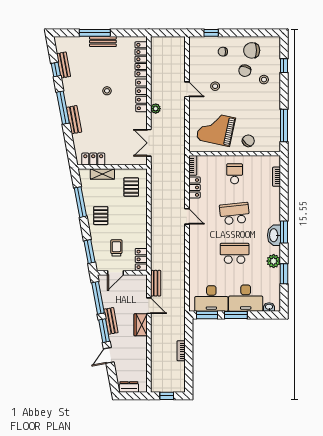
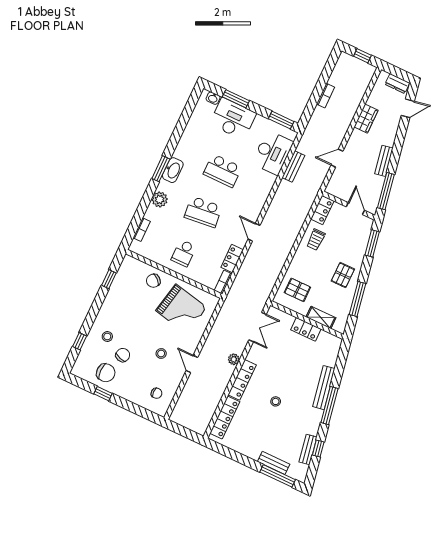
window: (95, 33) -> (278, 476), moved
window: (211, 33) -> (103, 394), moved
bench: (103, 42) -> (274, 463), moved
chair: (223, 52) -> (157, 393), moved
bench: (74, 120) -> (324, 388), width x1.36
window: (284, 125) -> (109, 279), width x0.46
locker: (93, 159) -> (306, 329), moved
pallet: (131, 187) -> (297, 290), turned 90
trolley: (116, 248) -> (316, 240), moved
plant: (274, 261) -> (160, 199), moved
door: (116, 273) -> (355, 209), hinge flipped
window: (284, 274) -> (181, 125), removed
bench: (156, 283) -> (293, 166), moved
desk: (211, 298) -> (273, 153), moved, turned 90
door: (149, 306) -> (337, 158), hinge flipped
window: (236, 315) -> (236, 99), moved
wardrobe: (141, 325) -> (366, 119), moved
window: (104, 331) -> (396, 154), removed
door: (109, 355) -> (408, 108), moved

